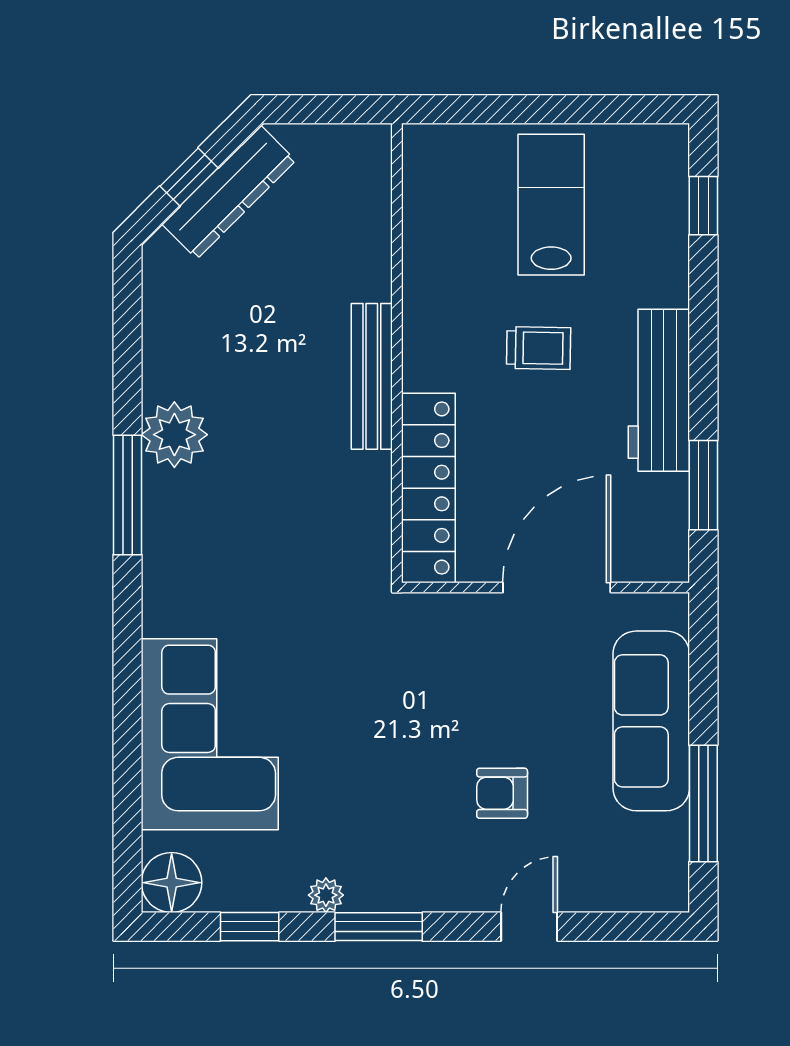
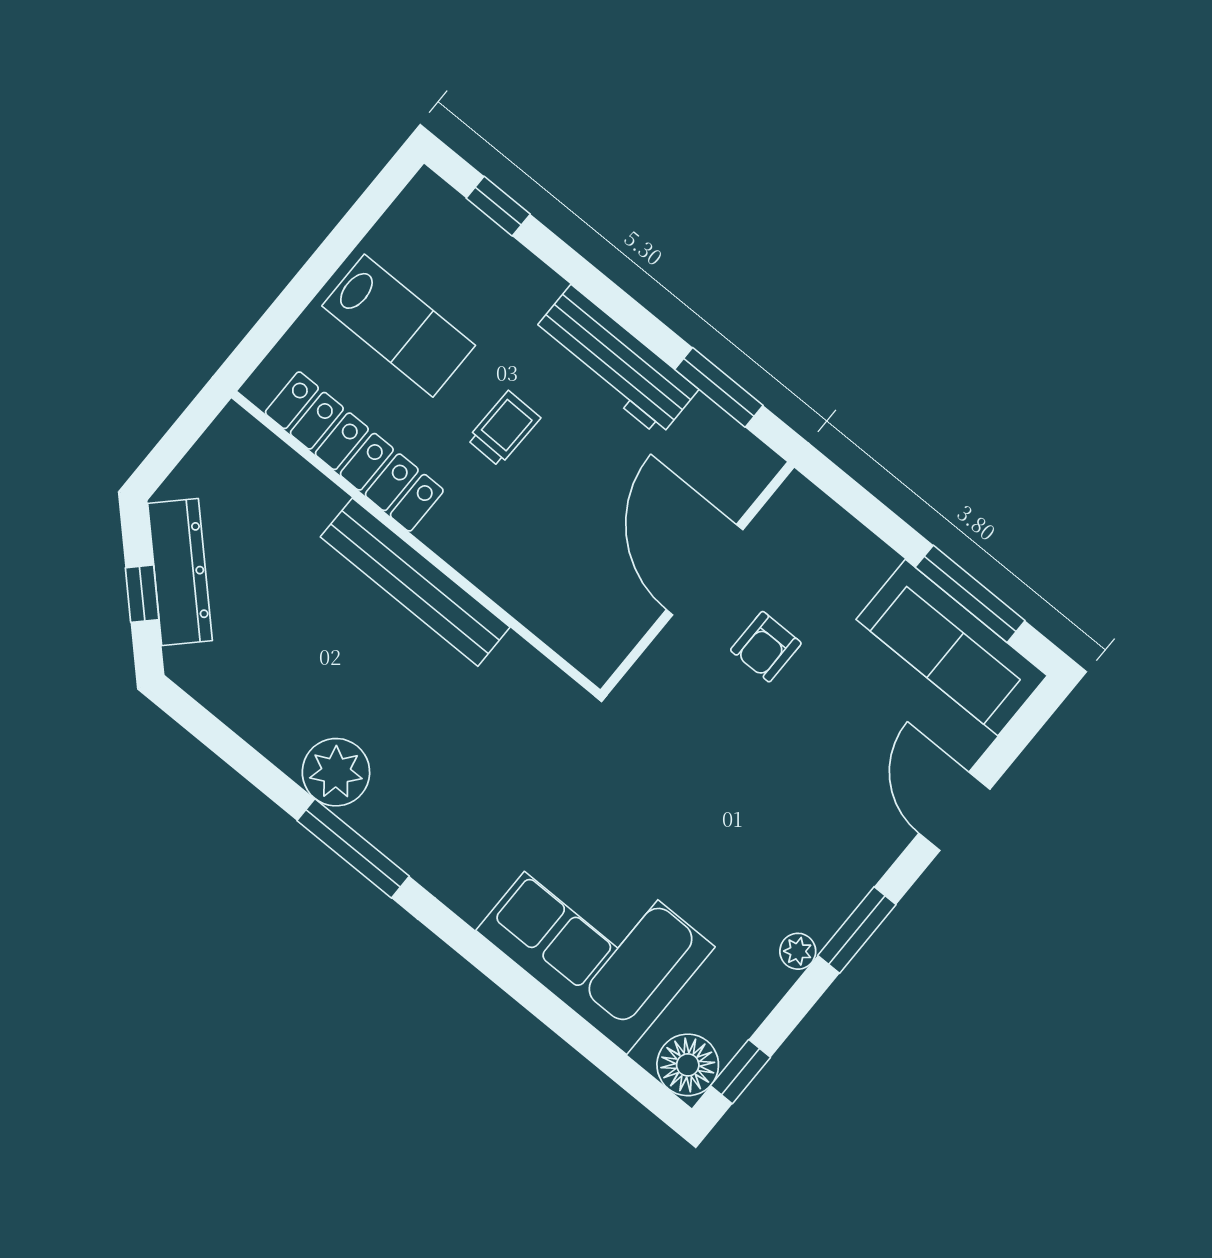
lab bench: (551, 205) -> (399, 326), turned 180
bench: (372, 376) -> (415, 582), width x1.37, depth x1.21
locker: (428, 488) -> (354, 452), moved
sofa: (651, 721) -> (952, 647), moved
armchair: (502, 793) -> (766, 647), moved
window: (250, 927) -> (740, 1072), moved
door: (529, 927) -> (954, 811), width x1.37

